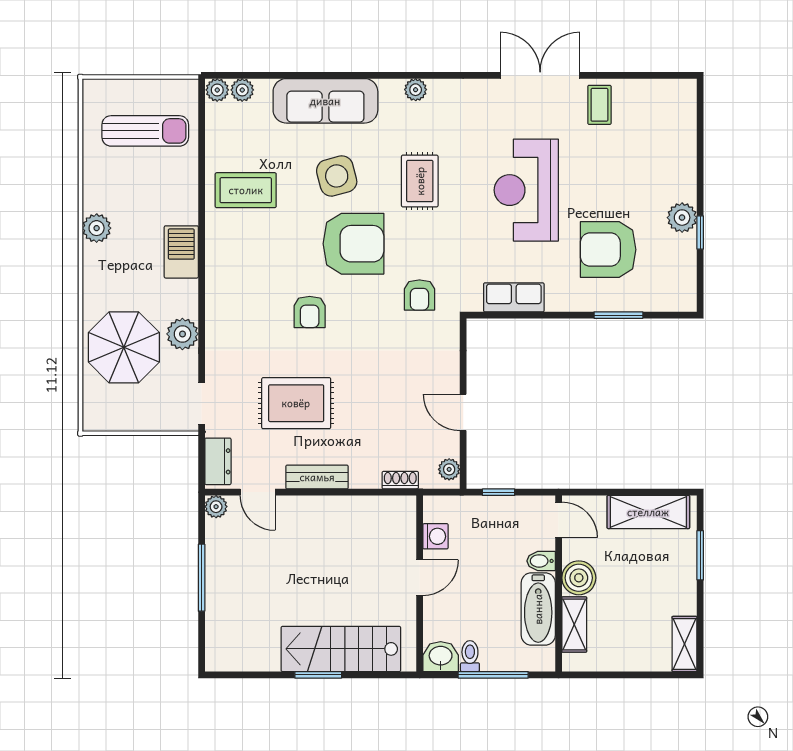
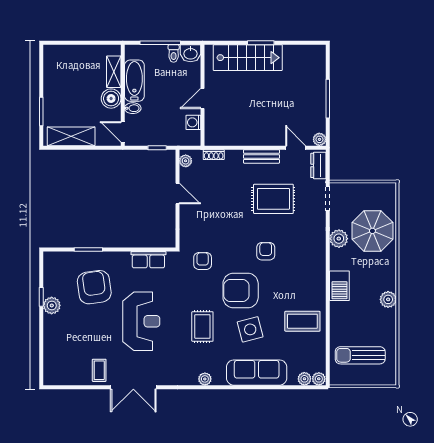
armchair: (608, 250) -> (94, 287), turned -98
shelving: (685, 644) -> (50, 61), removed

